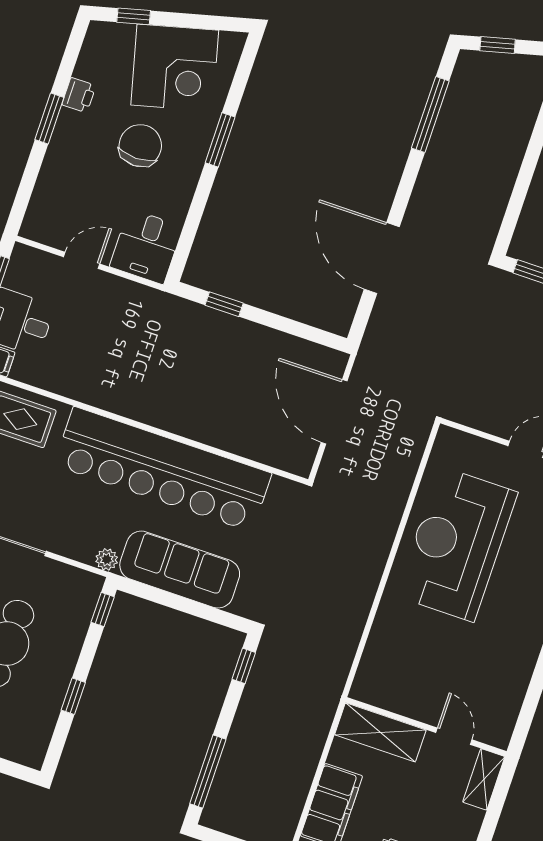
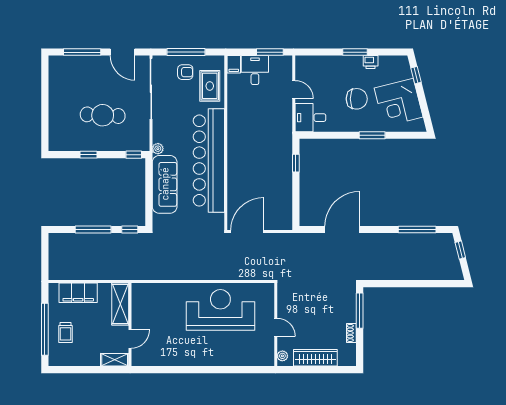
door: (334, 412) -> (247, 232), moved
window: (208, 772) -> (93, 230), moved

